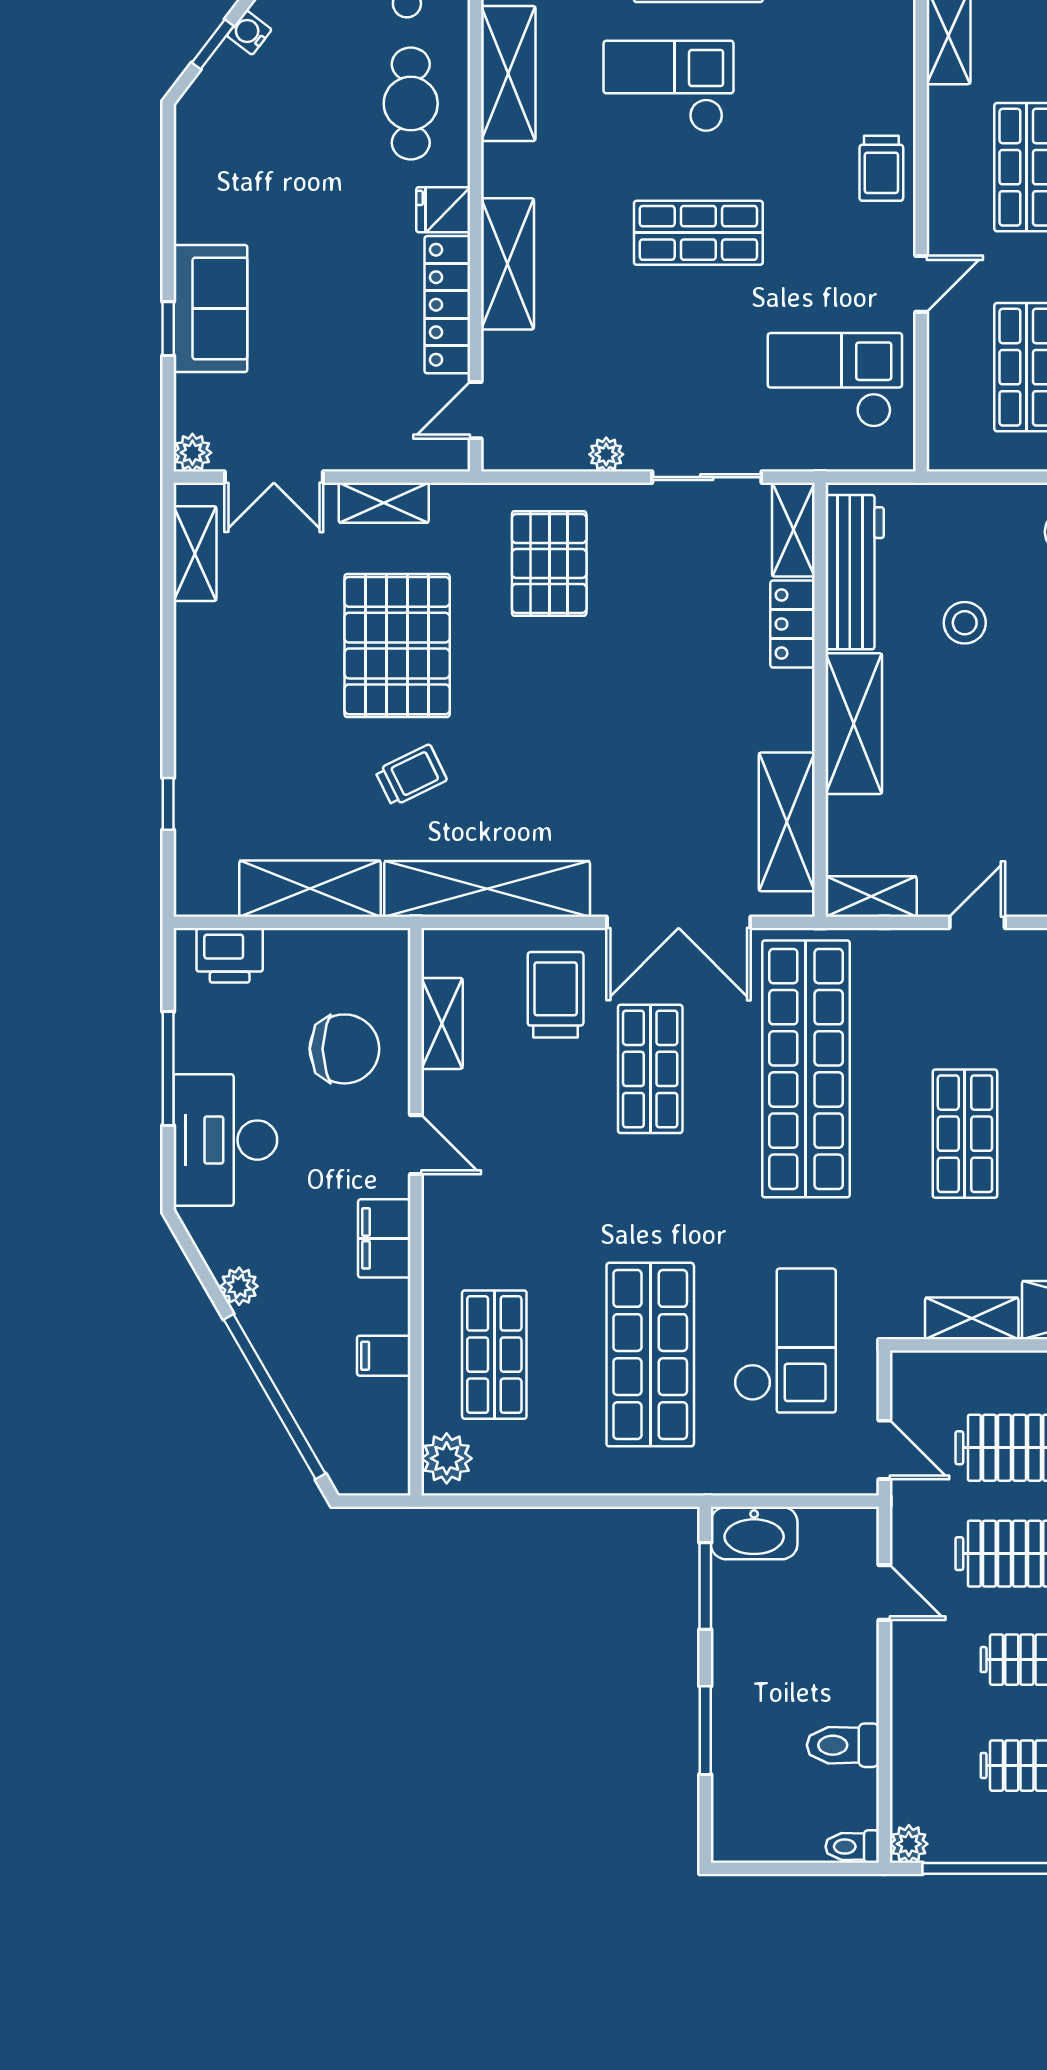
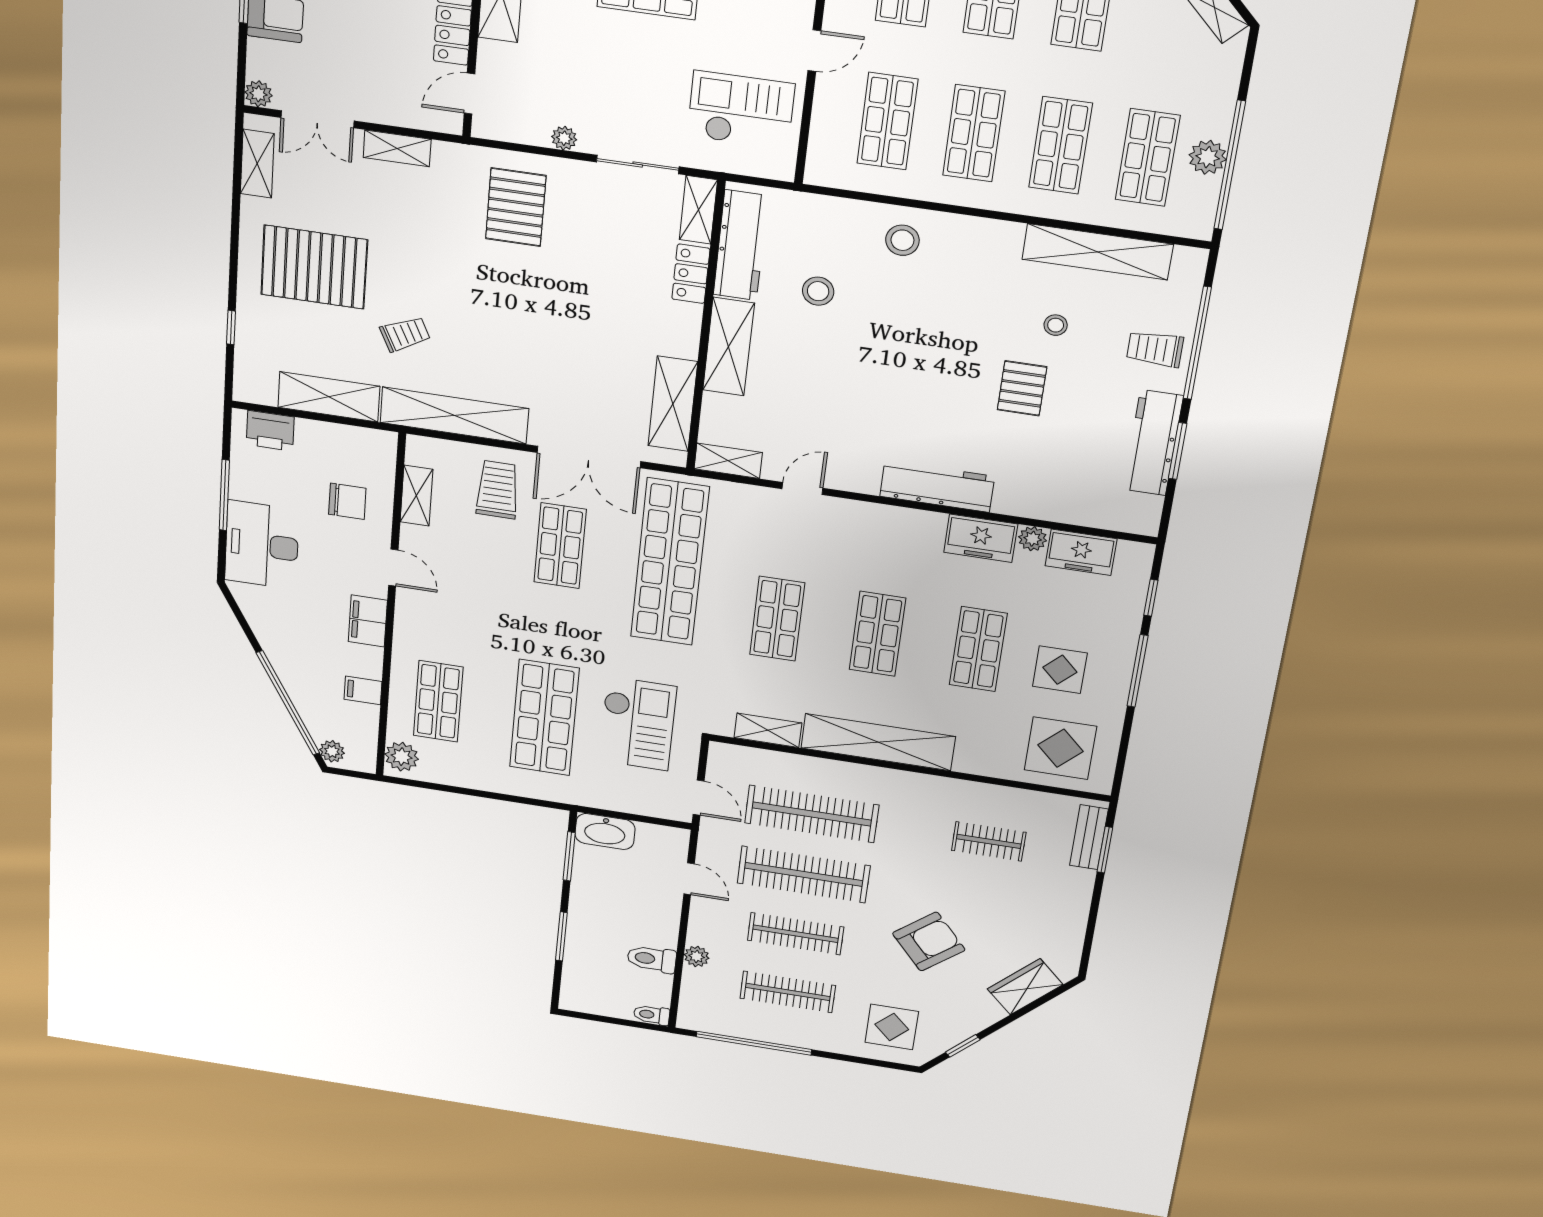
pallet: (397, 646) -> (314, 267), moved, turned 90
chair: (344, 1049) -> (347, 501), width x0.73, depth x0.73
plant: (239, 1286) -> (332, 751), moved
plant: (909, 1844) -> (697, 956), moved

